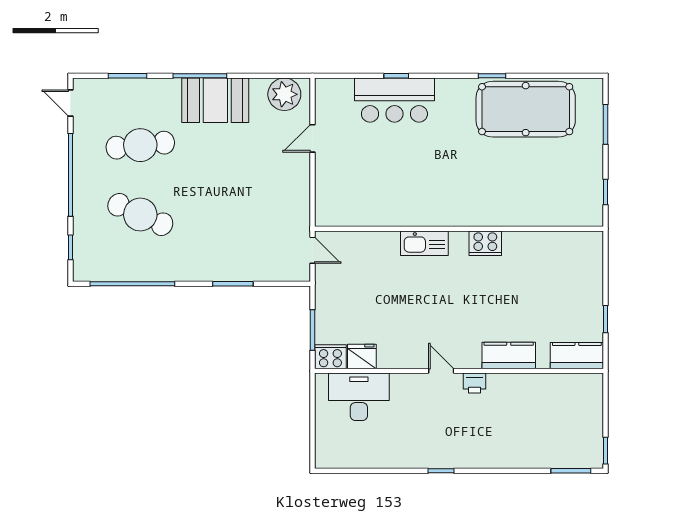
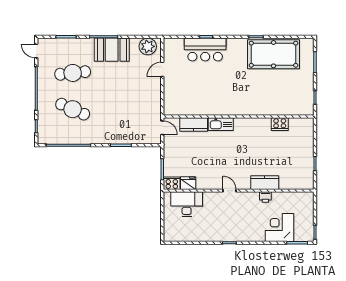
cooker: (485, 243) -> (280, 124), moved
kitchen counter: (577, 356) -> (194, 124), moved, turned 180
printer: (475, 383) -> (265, 197), moved
corner desk: (537, 442) -> (279, 227), added

